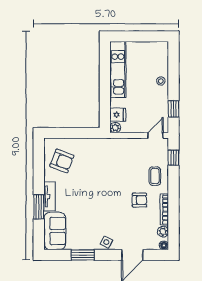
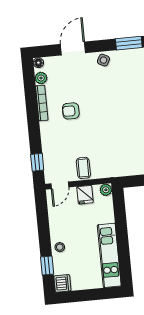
dishwasher: (161, 49) -> (62, 283), added
window: (173, 109) -> (47, 265), moved
fridge: (118, 115) -> (85, 195), moved, turned -90
coffee table: (155, 176) -> (83, 168), moved

